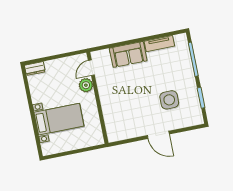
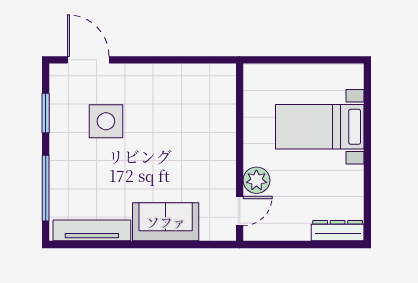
tv unit: (159, 44) -> (92, 230), width x1.41
dresser: (35, 69) -> (338, 231), width x1.44
door: (158, 135) -> (88, 60), moved

